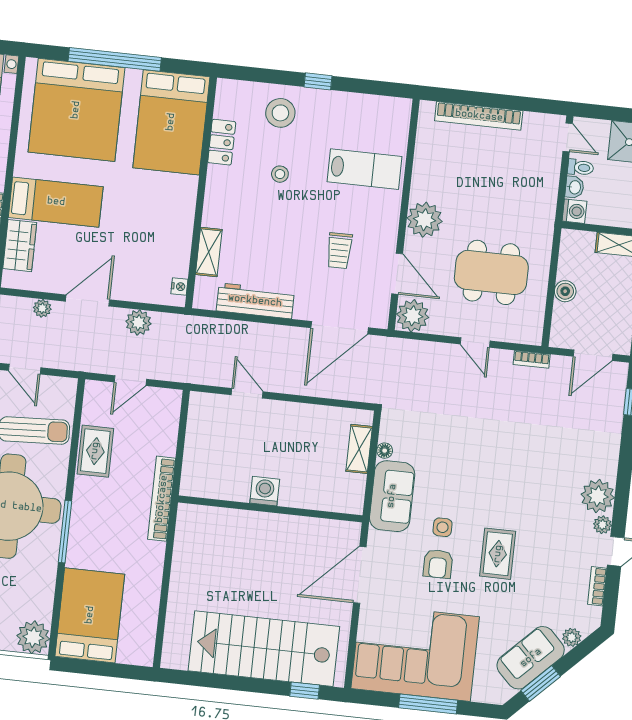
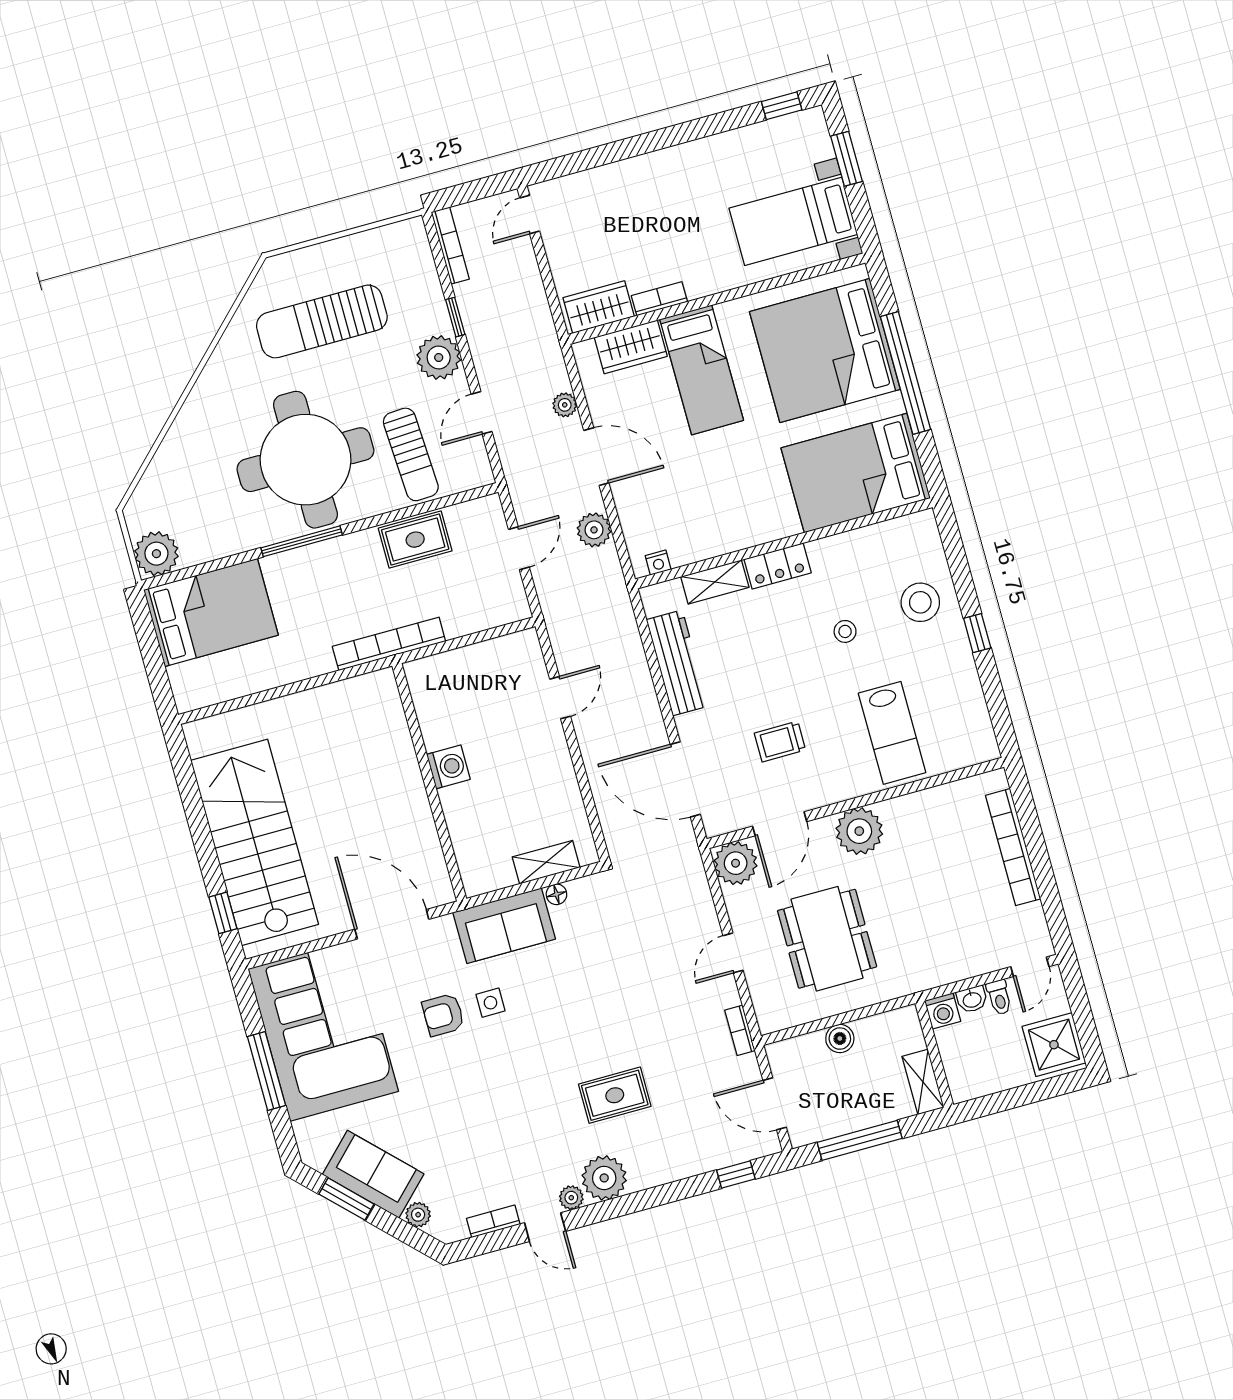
locker: (222, 142) -> (778, 566), moved
door: (130, 381) -> (519, 548), swing flipped
rug: (498, 554) -> (615, 1095), moved

